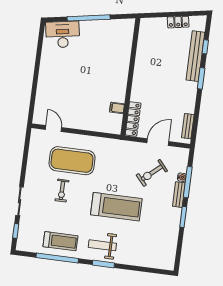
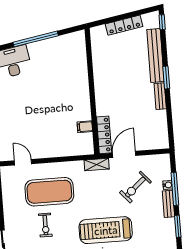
locker: (178, 22) -> (124, 25), width x1.53
window: (205, 47) -> (162, 22), moved
bench: (188, 126) -> (160, 96), moved
door: (158, 142) -> (124, 154), moved
shelving: (121, 145) -> (97, 165), added
treadmill: (116, 207) -> (106, 230), turned 180

